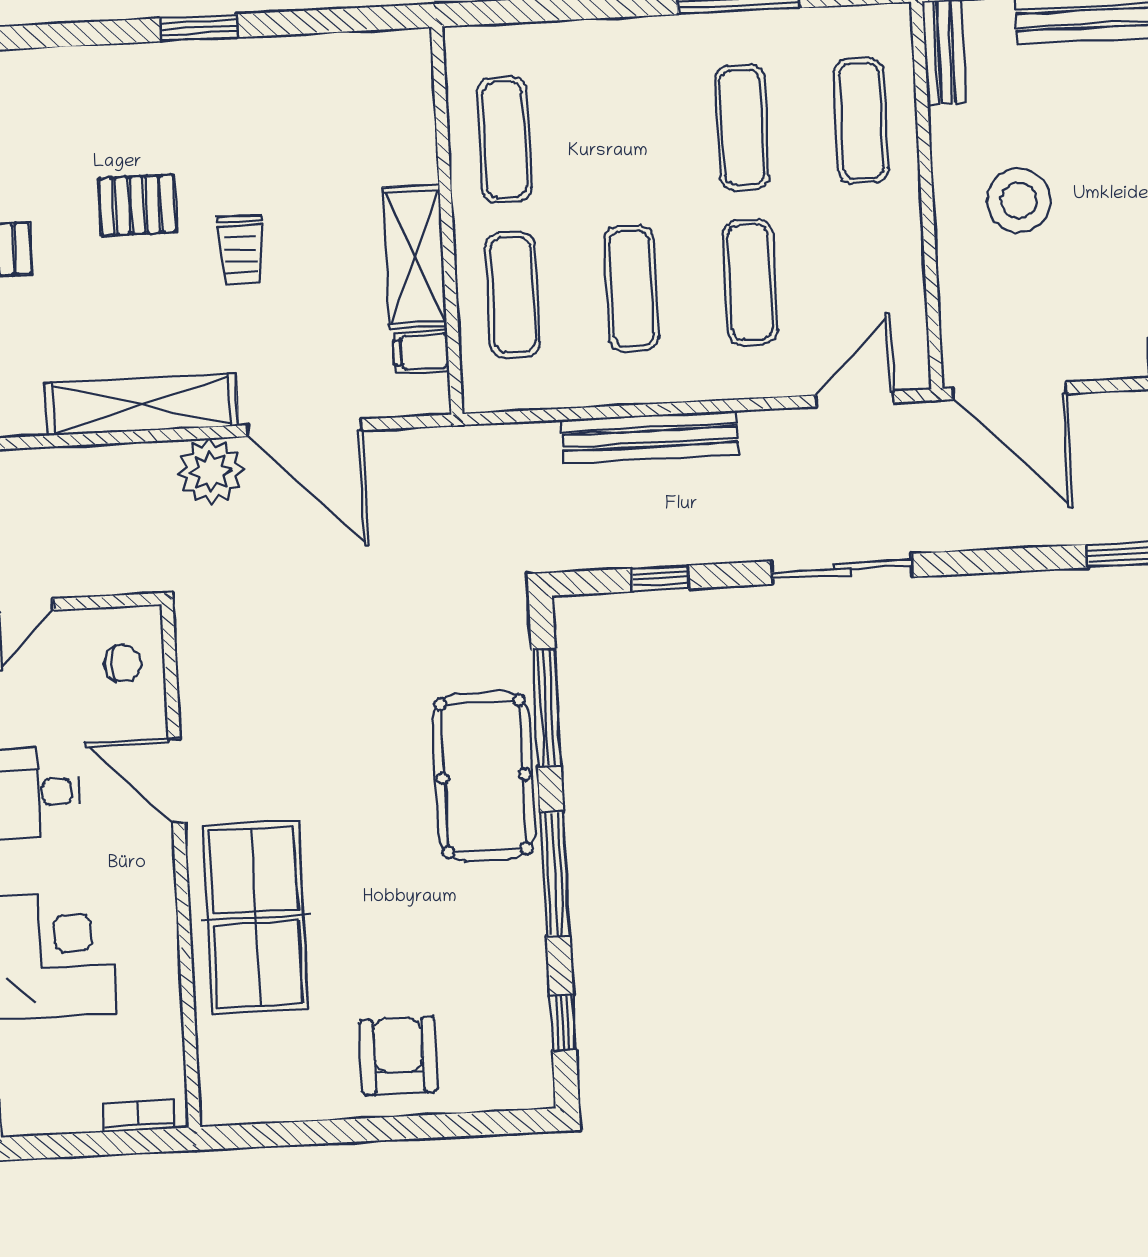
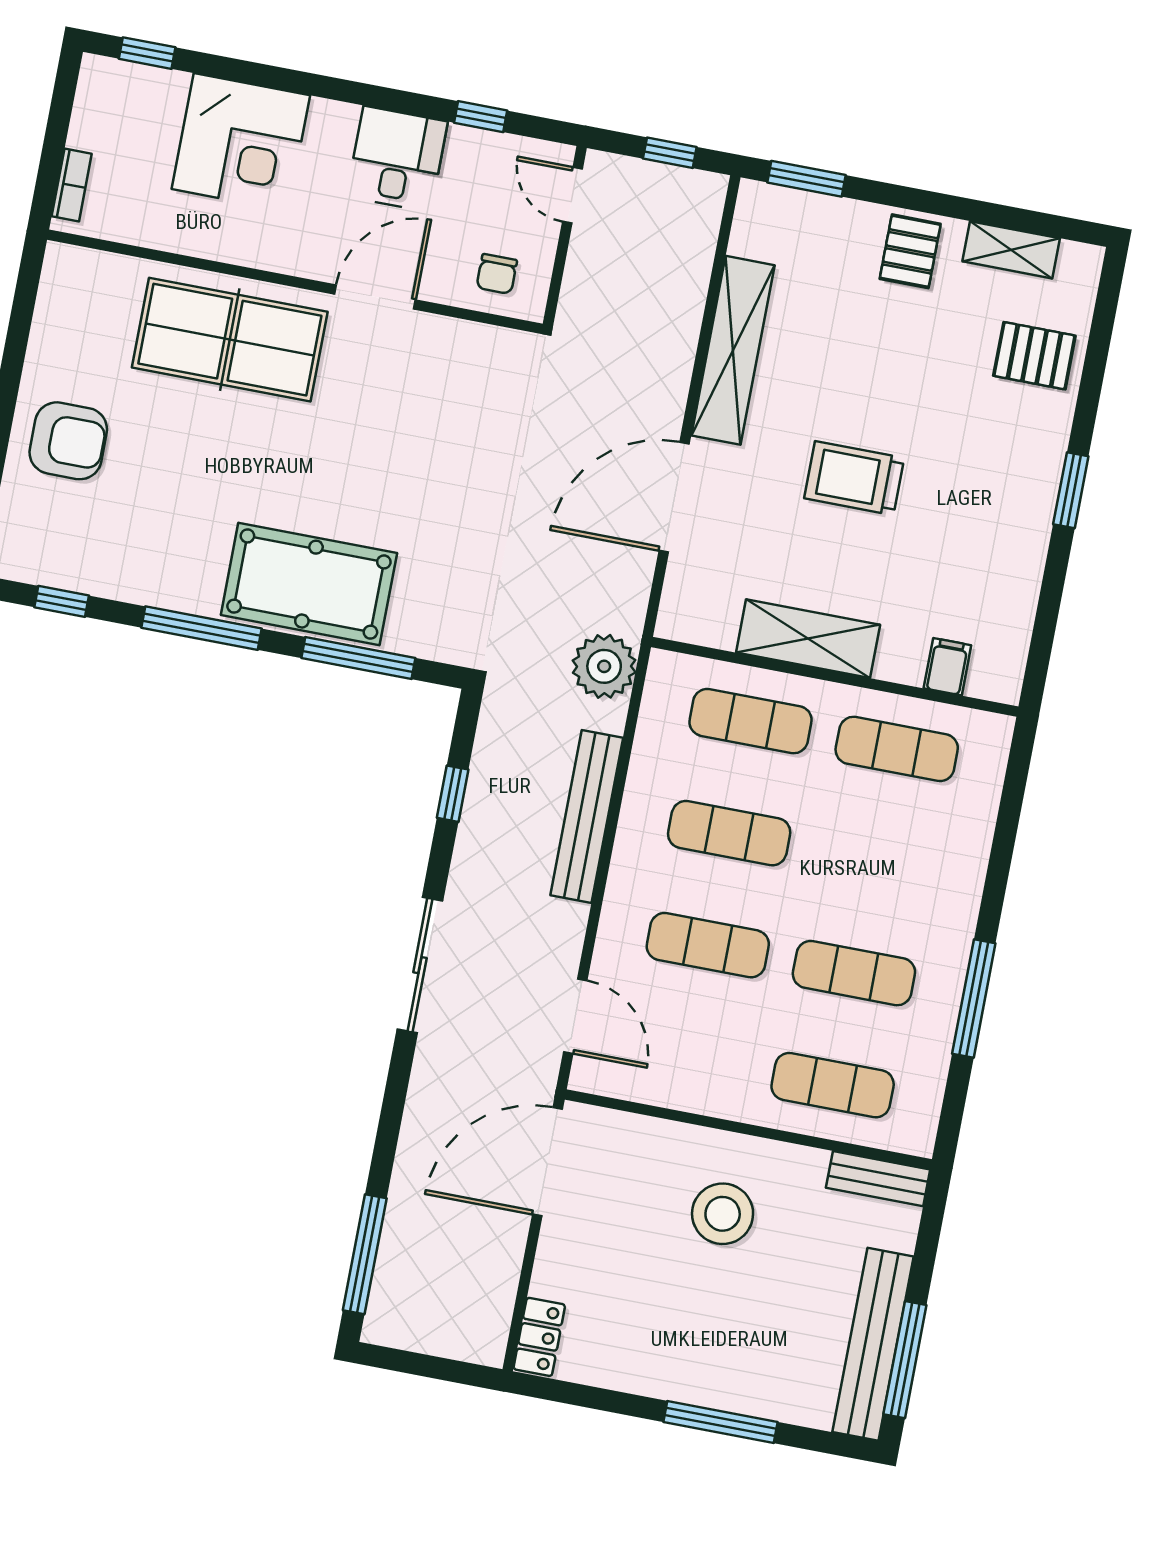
pallet: (137, 205) -> (1034, 356), moved, turned 90
trolley: (241, 250) -> (854, 478), width x1.36, depth x1.39
filing cabinet: (421, 352) -> (947, 667), moved
plant: (211, 472) -> (604, 666), moved

